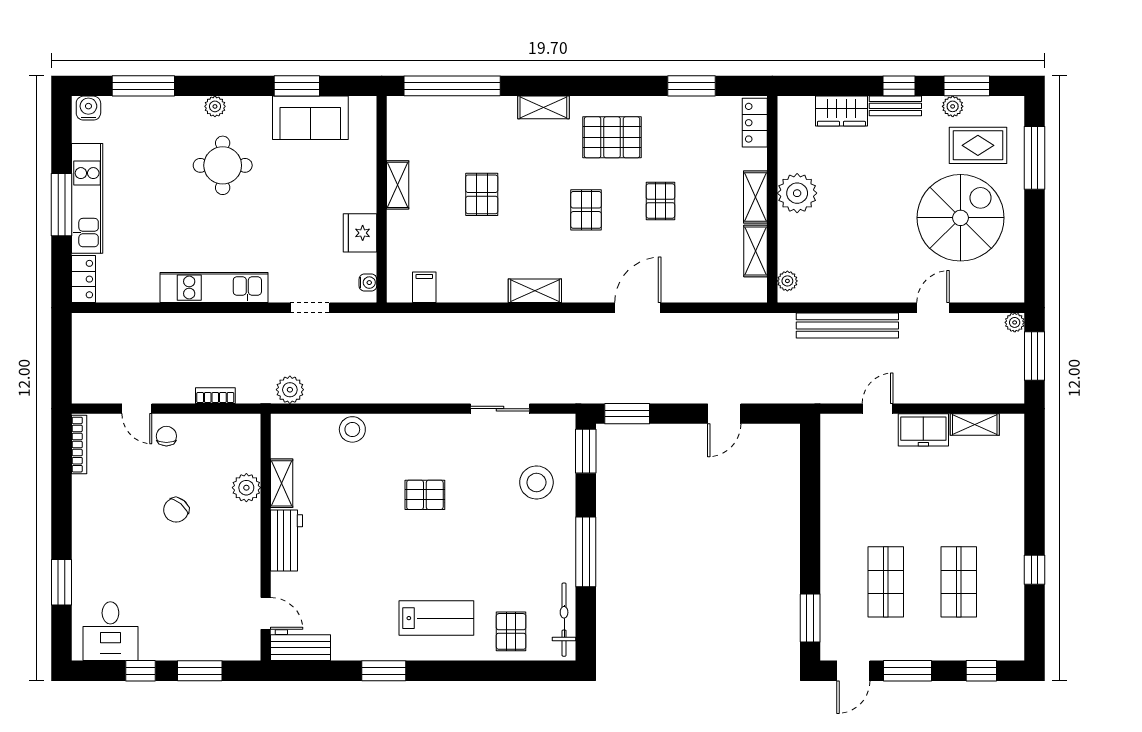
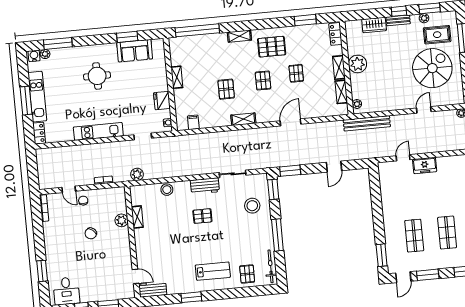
plant: (215, 106) -> (45, 54), moved
pallet: (482, 194) -> (226, 89), moved
bench: (847, 325) -> (367, 123), moved
shelving: (975, 425) -> (448, 161), removed
workbench: (286, 540) -> (205, 186), moved, turned 90

